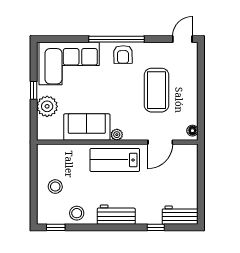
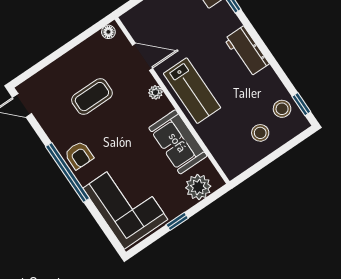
armchair: (123, 54) -> (79, 155), turned 91
coffee table: (157, 90) -> (92, 97), width x0.73, depth x0.76
plant: (47, 106) -> (198, 187), moved
plant: (117, 135) -> (155, 92), moved
stool: (77, 213) -> (282, 109), moved

